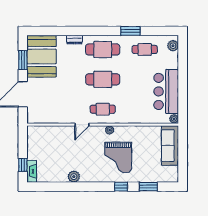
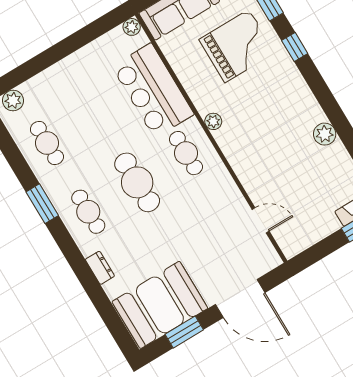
window: (130, 31) -> (42, 204), moved
cafe table: (103, 49) -> (88, 212), width x0.73, depth x0.74
bar counter: (166, 91) -> (153, 90), moved, turned 90
door: (82, 125) -> (261, 220), moved
grand piano: (118, 158) -> (237, 46), moved

